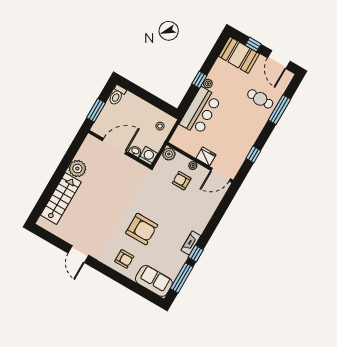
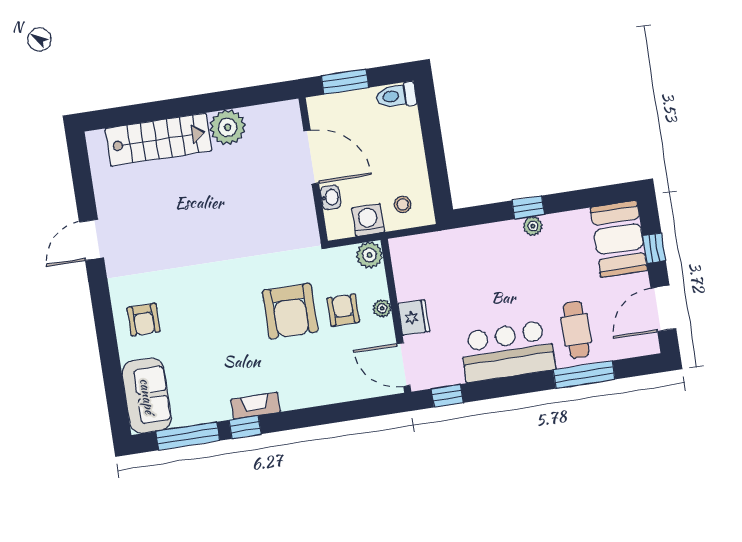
bar counter: (200, 111) -> (508, 351), moved, turned 180
window: (253, 154) -> (447, 396), moved
washing machine: (148, 156) -> (368, 220), moved, turned -90
armchair: (142, 229) -> (290, 311), moved

